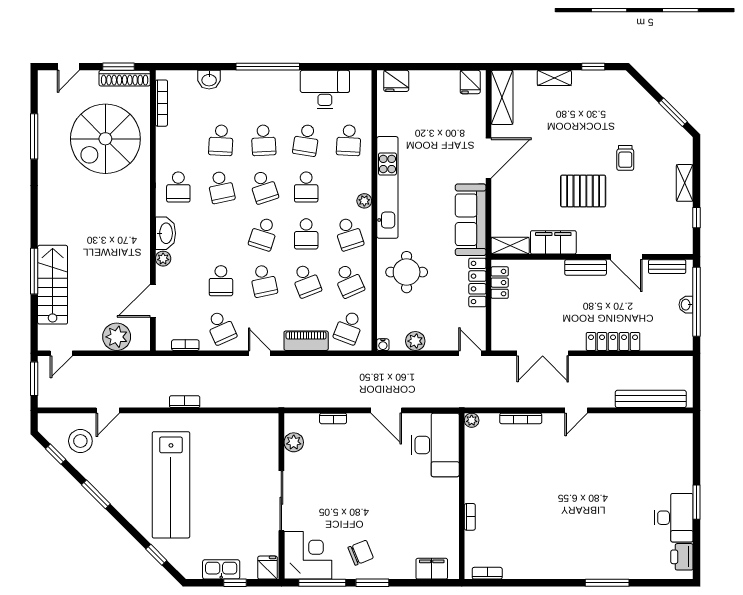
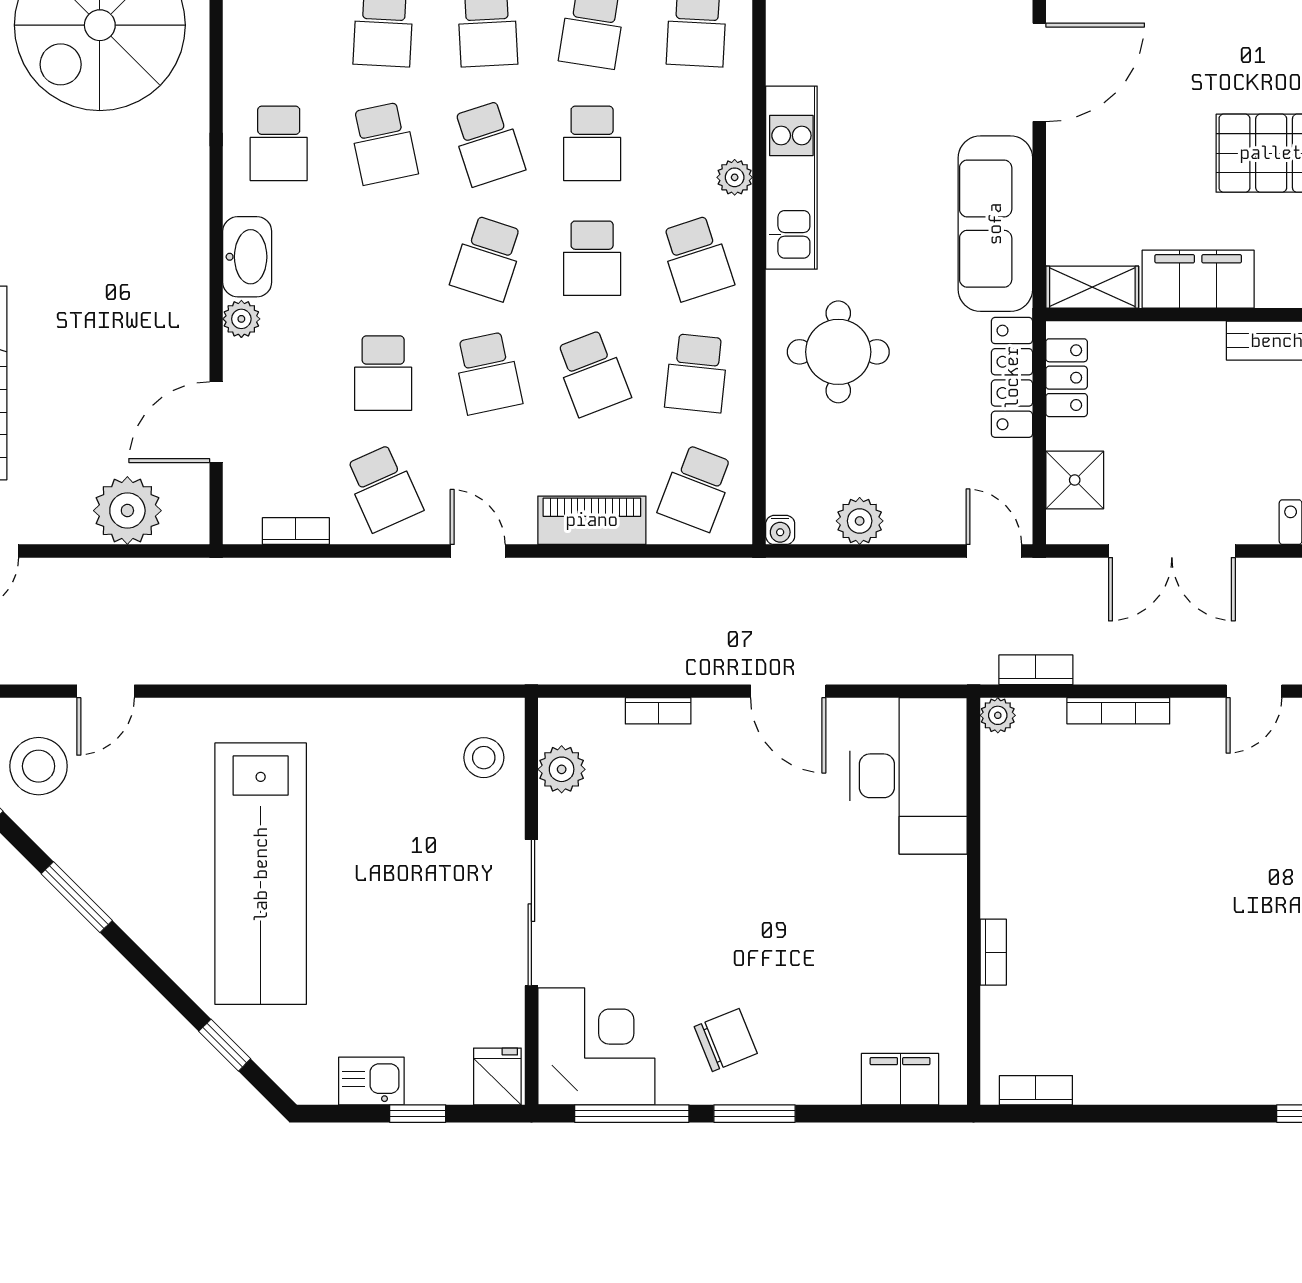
kitchen unit: (387, 187) -> (791, 178), width x0.73
school desk: (349, 281) -> (697, 373), turned 30
shower: (503, 324) -> (1075, 480), added
bookcase: (185, 402) -> (1036, 670), moved
stool: (262, 438) -> (484, 758), added
kitchen sink: (221, 569) -> (371, 1081), width x0.73

